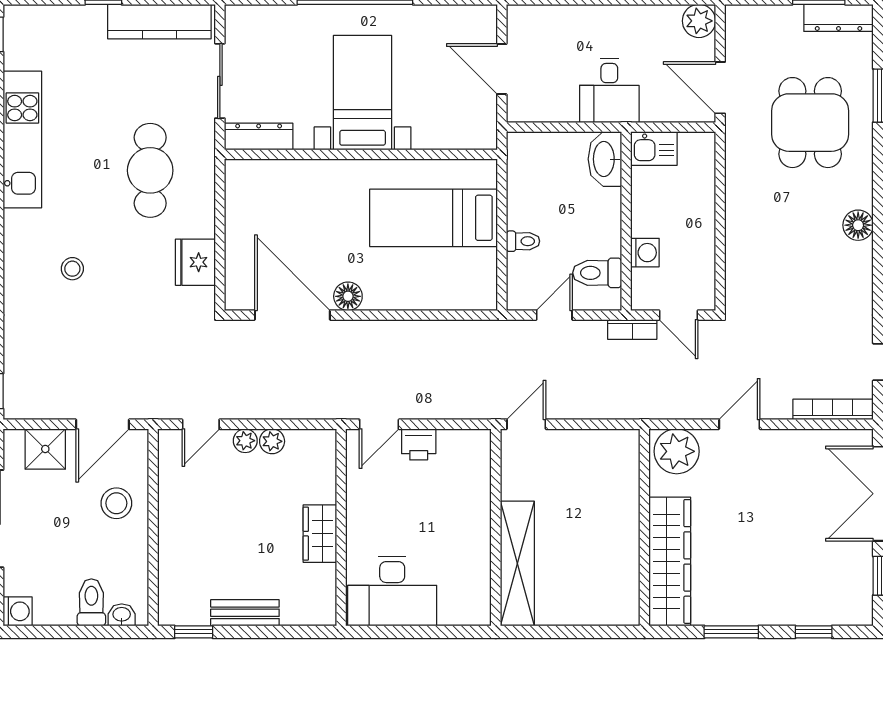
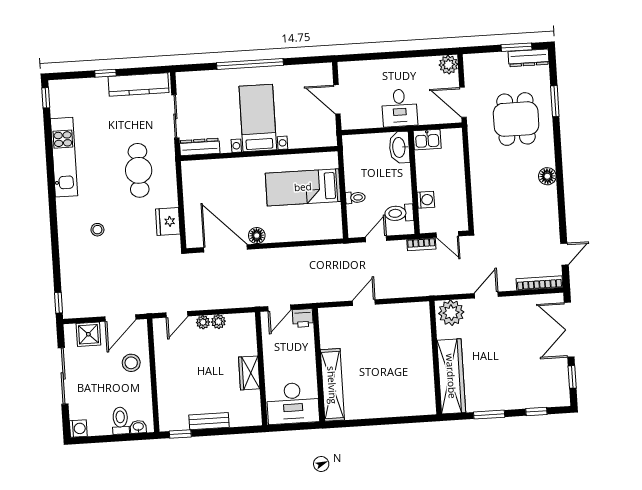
wall: (496, 527) -> (319, 365), moved
shelving: (517, 563) -> (332, 385), moved

